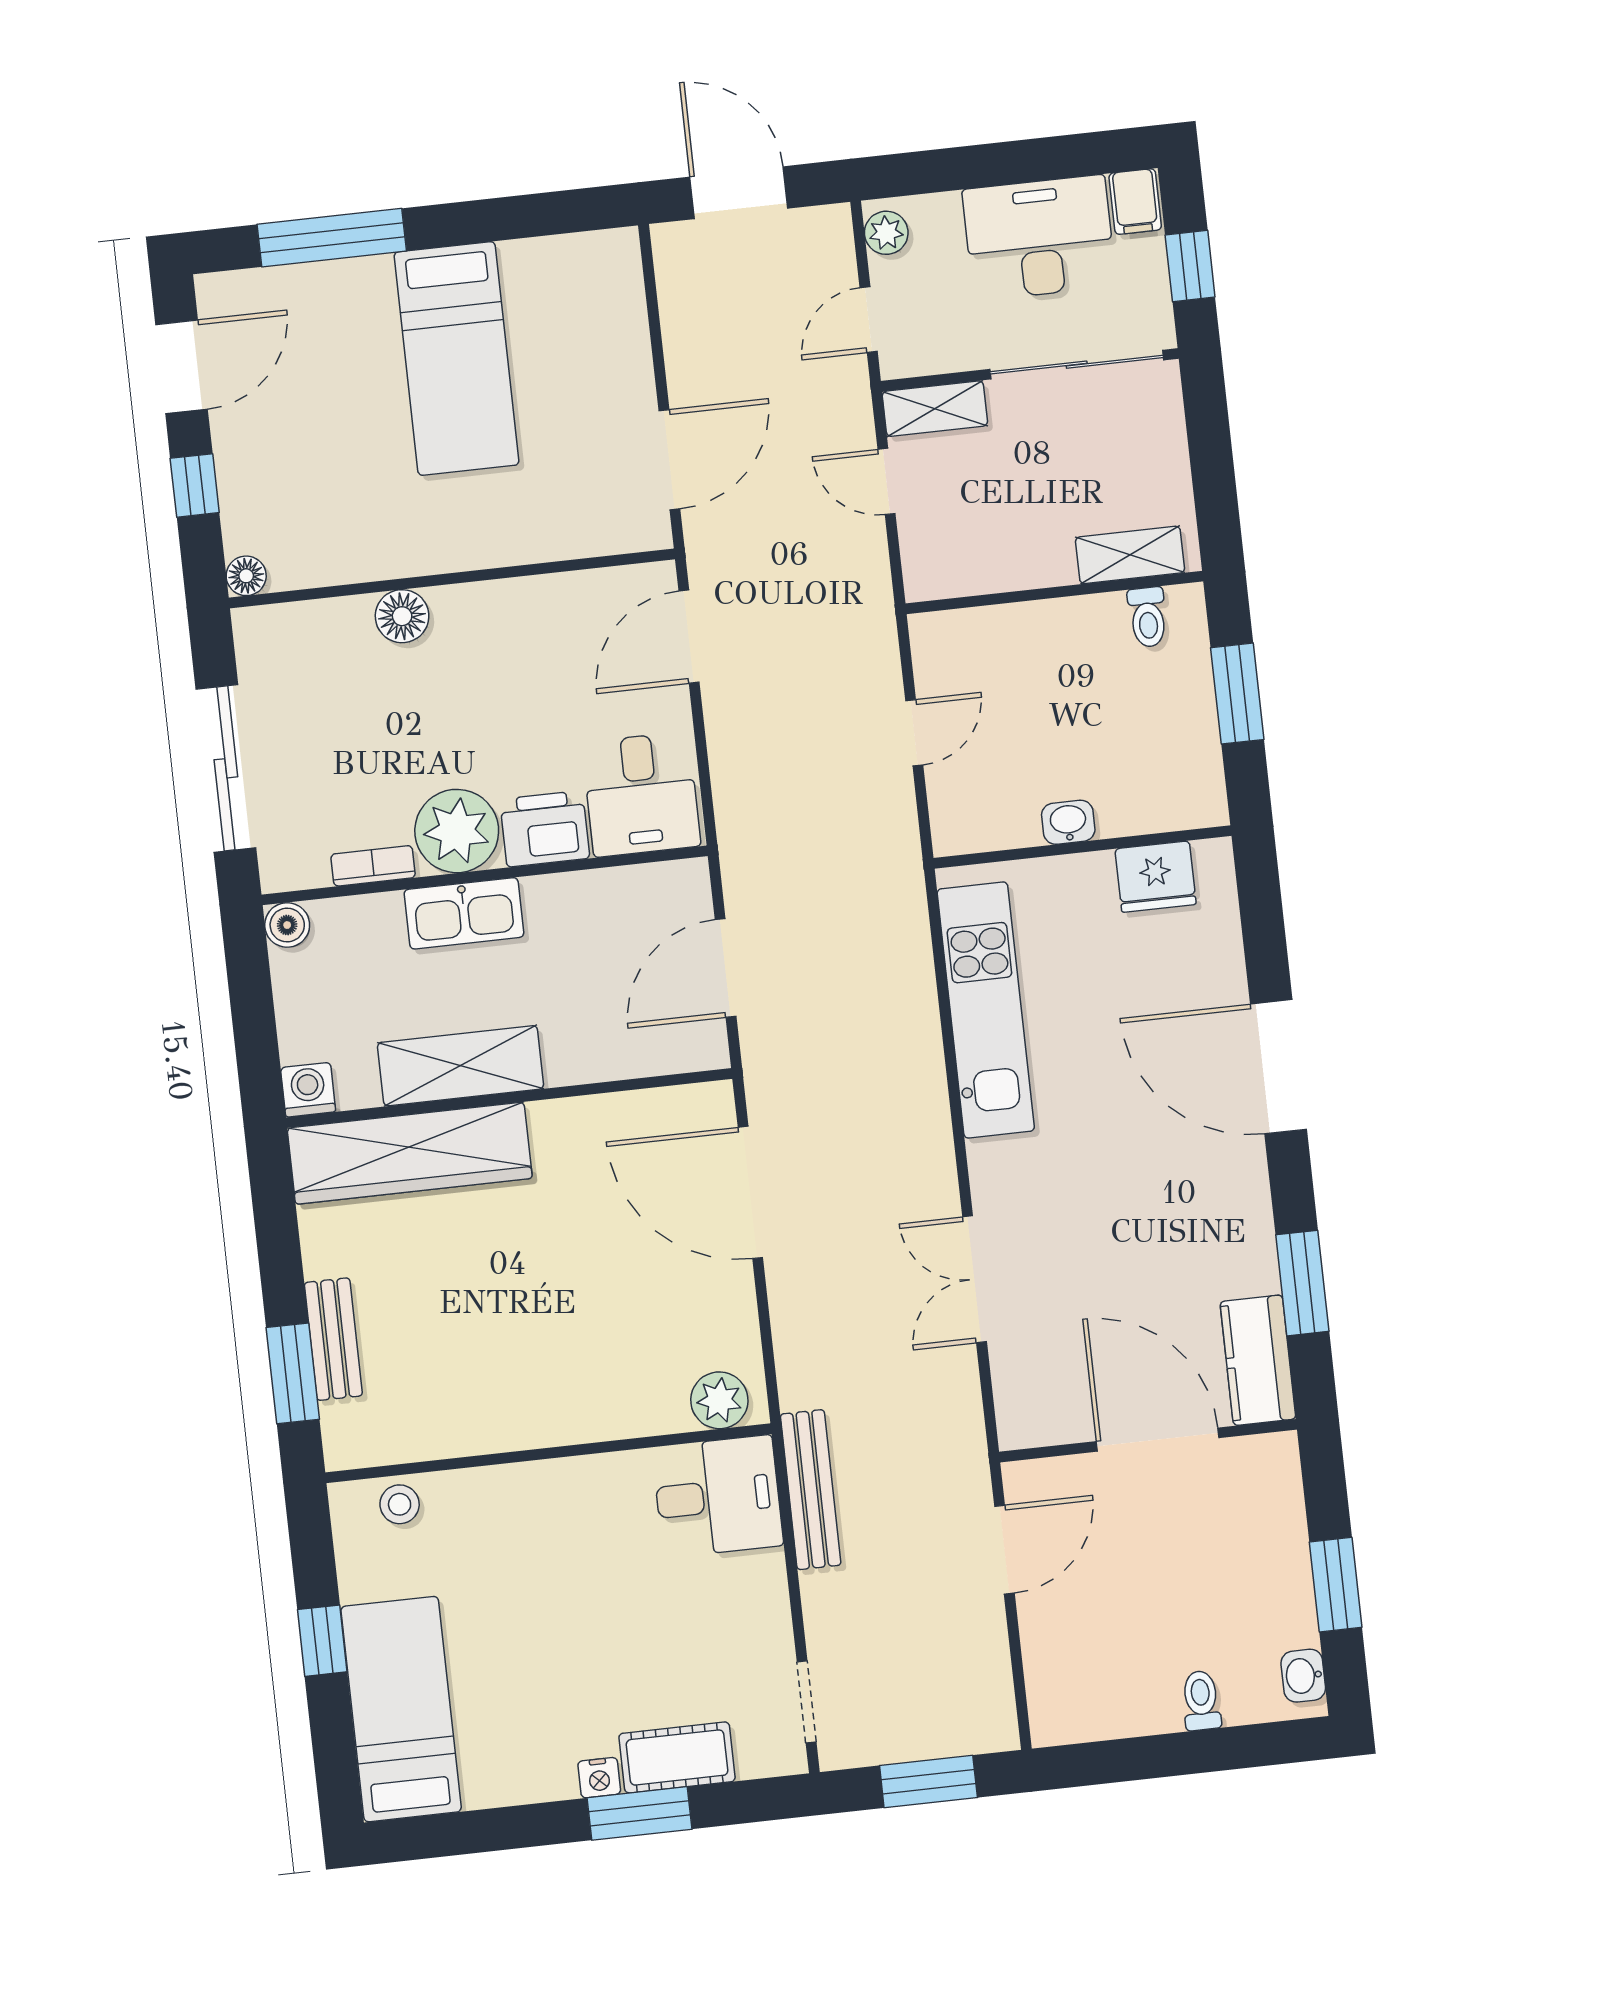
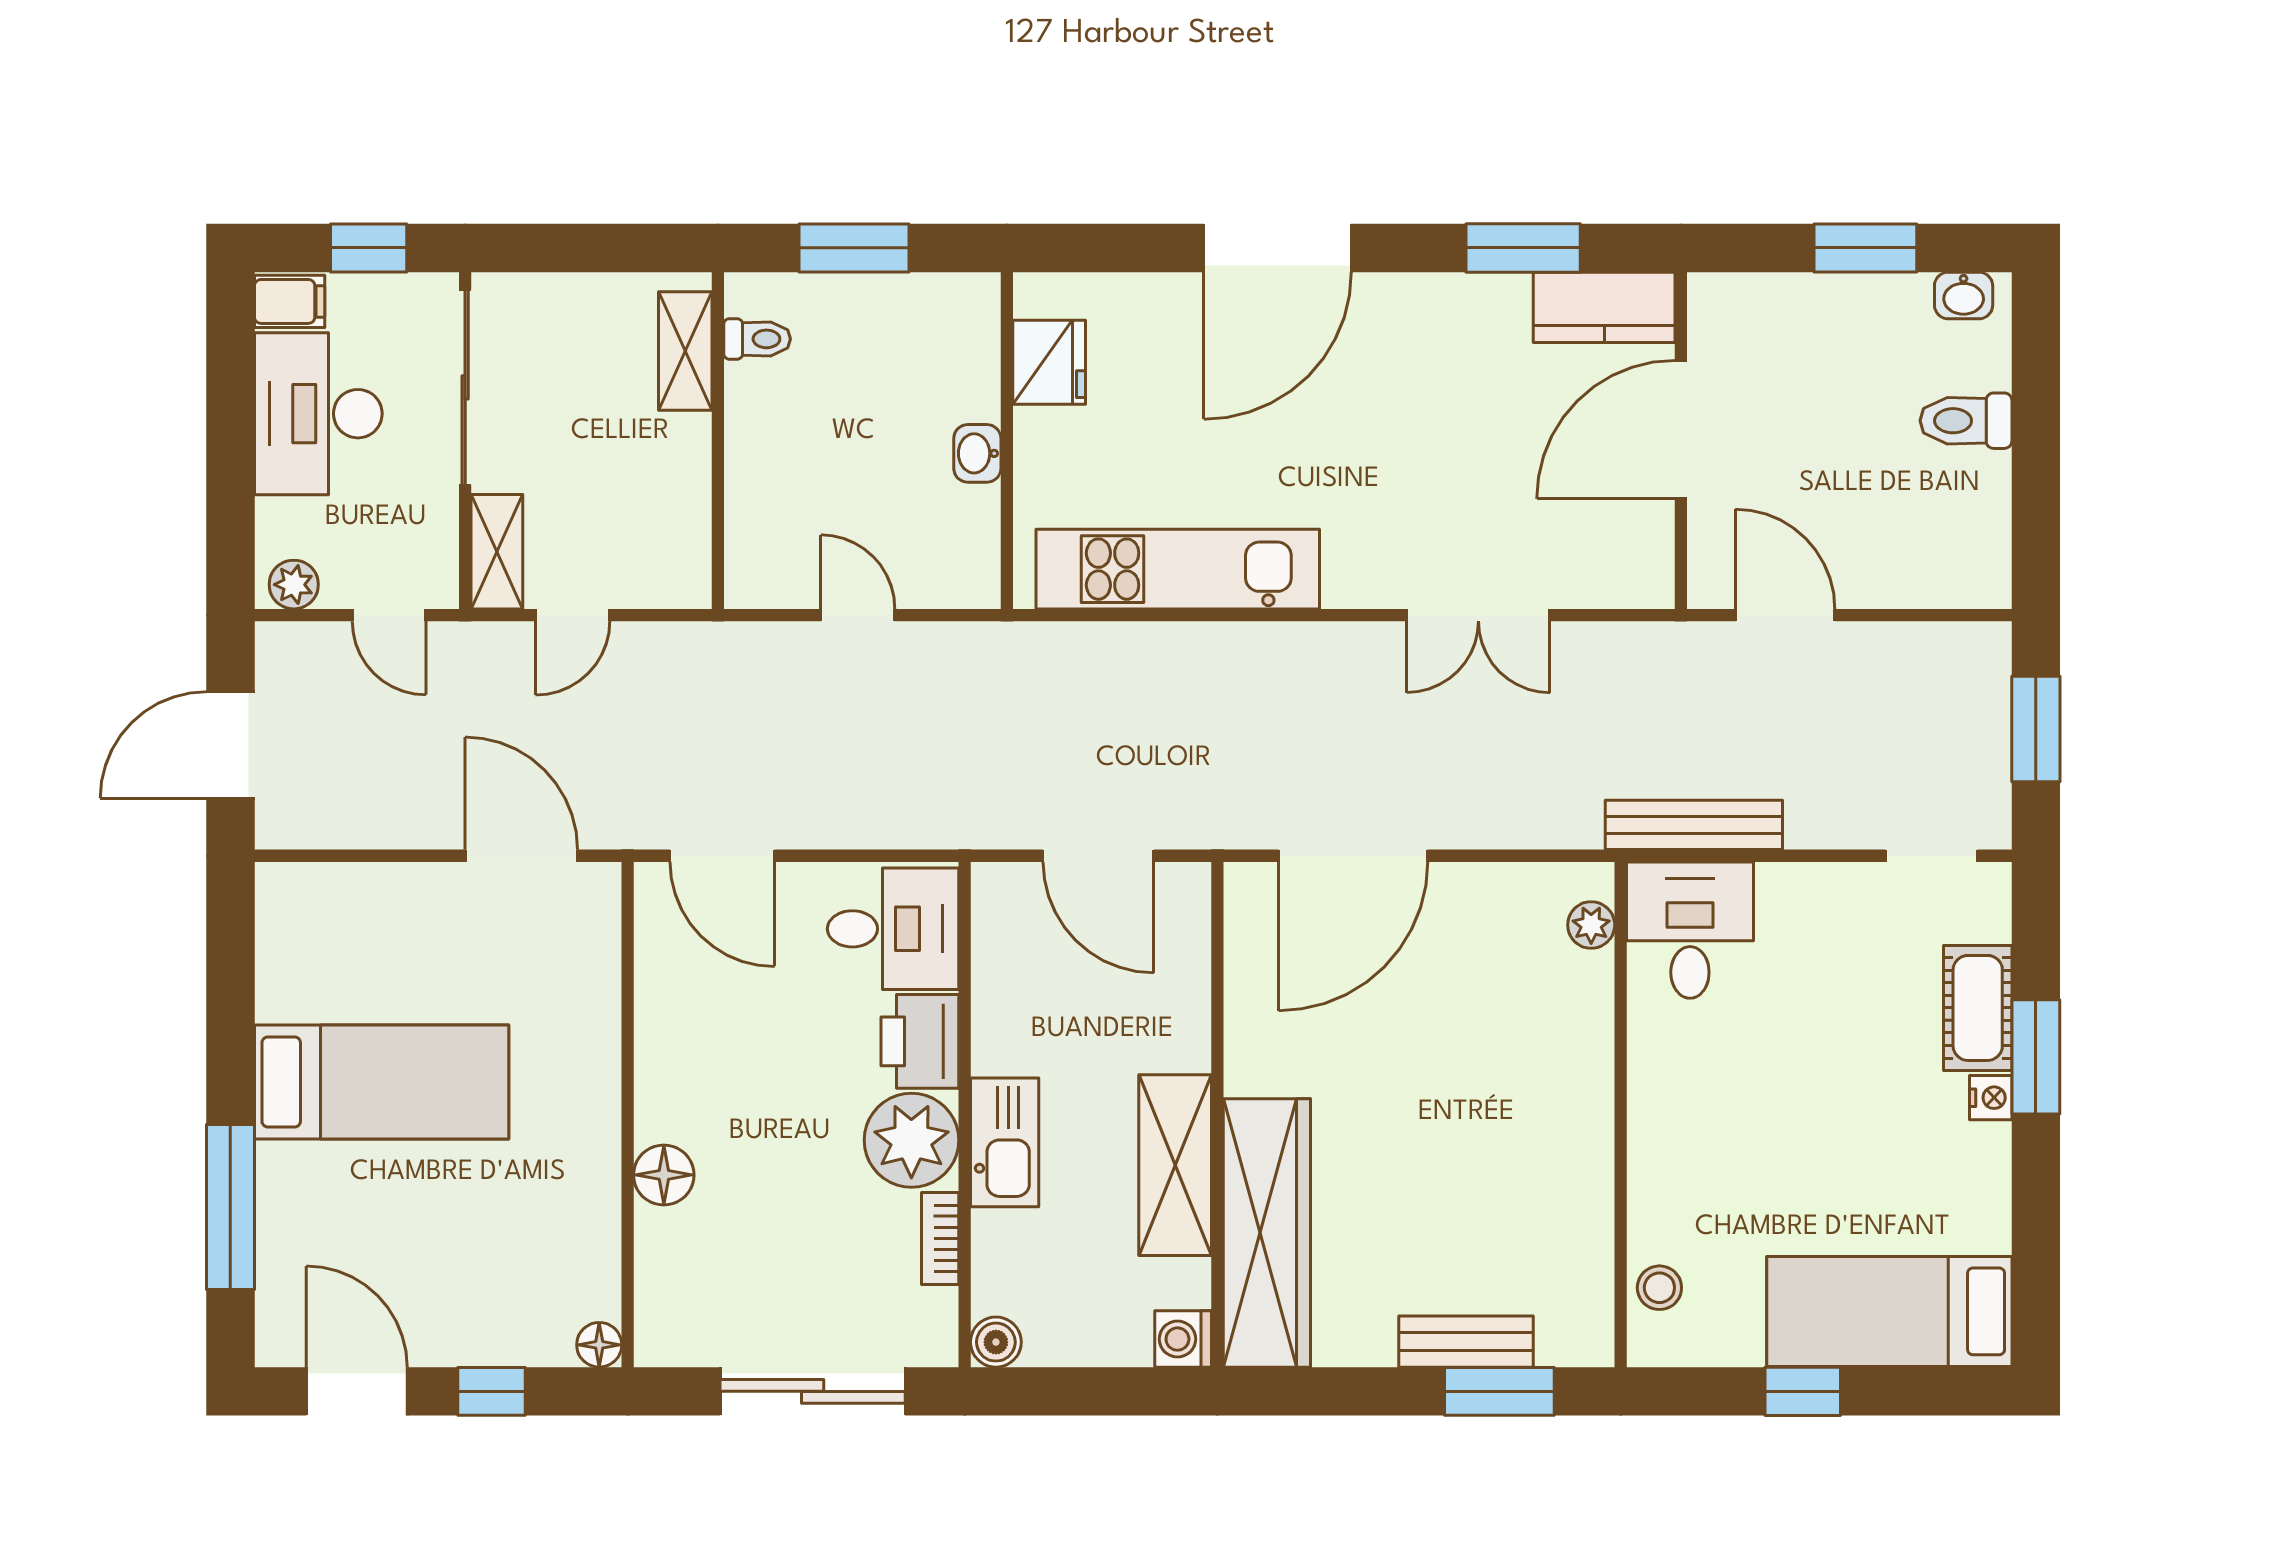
plant: (719, 1400) -> (1591, 925), width x0.73, depth x0.73
toilet: (1201, 1700) -> (1966, 421), width x1.37, depth x1.39

